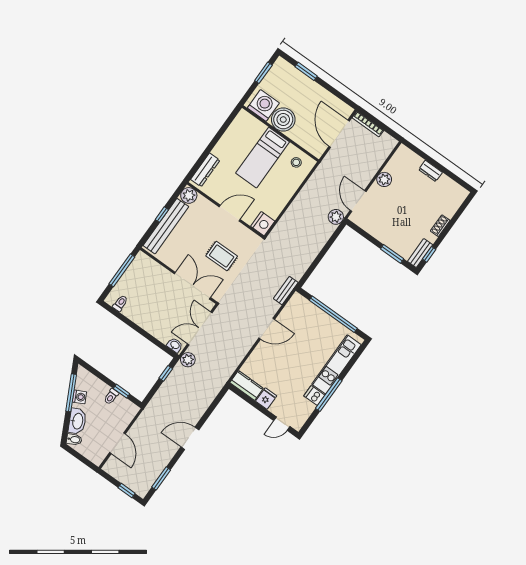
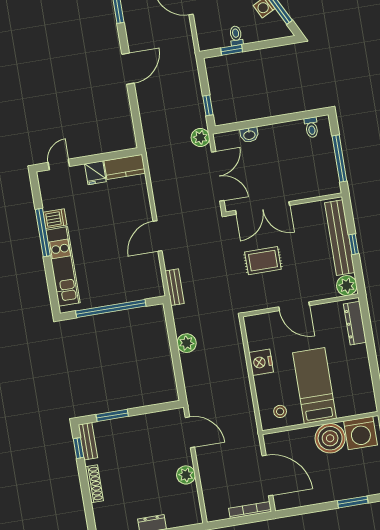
door: (230, 213) -> (294, 306), hinge flipped
plant: (336, 217) -> (187, 343), moved
nightstand: (263, 224) -> (261, 362), moved
shoe rack: (440, 226) -> (94, 484), width x1.43
washbasin: (175, 345) -> (249, 135), moved

